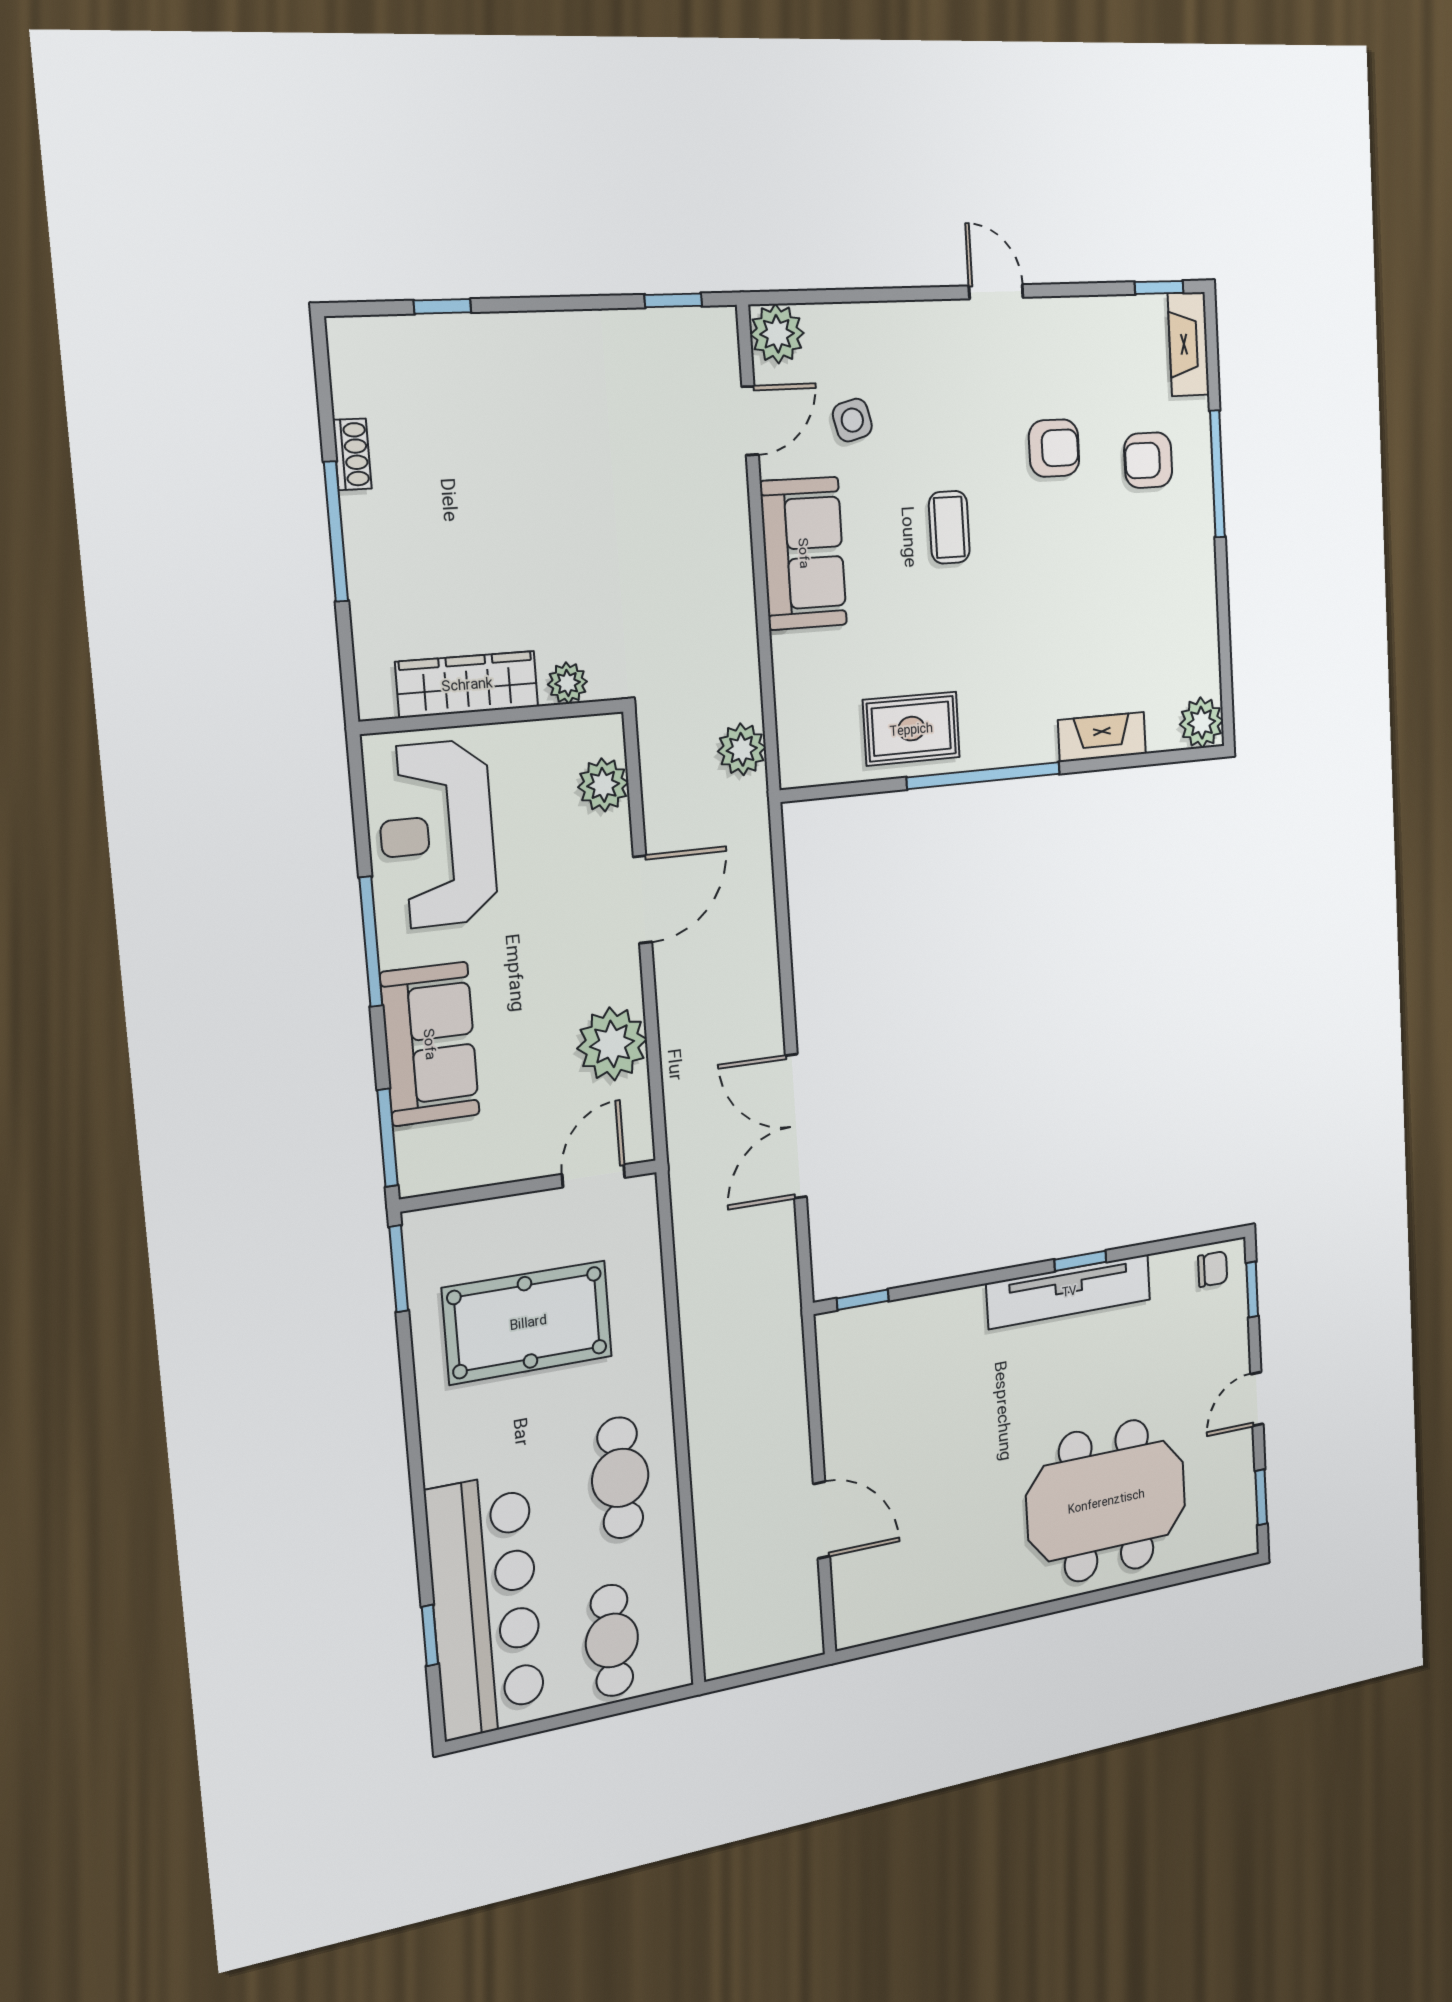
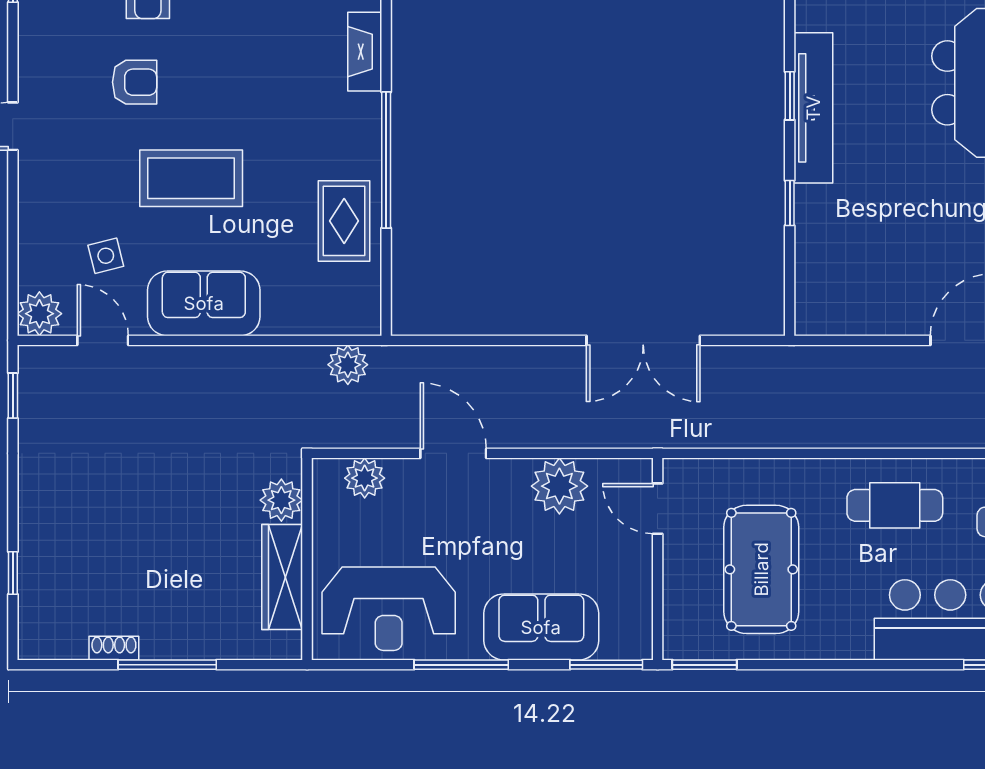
armchair: (1054, 448) -> (135, 82), turned 90
coffee table: (949, 527) -> (191, 178), width x1.86, depth x1.72
plant: (567, 683) -> (281, 500), width x1.38, depth x1.38
window: (863, 1300) -> (790, 203), moved

